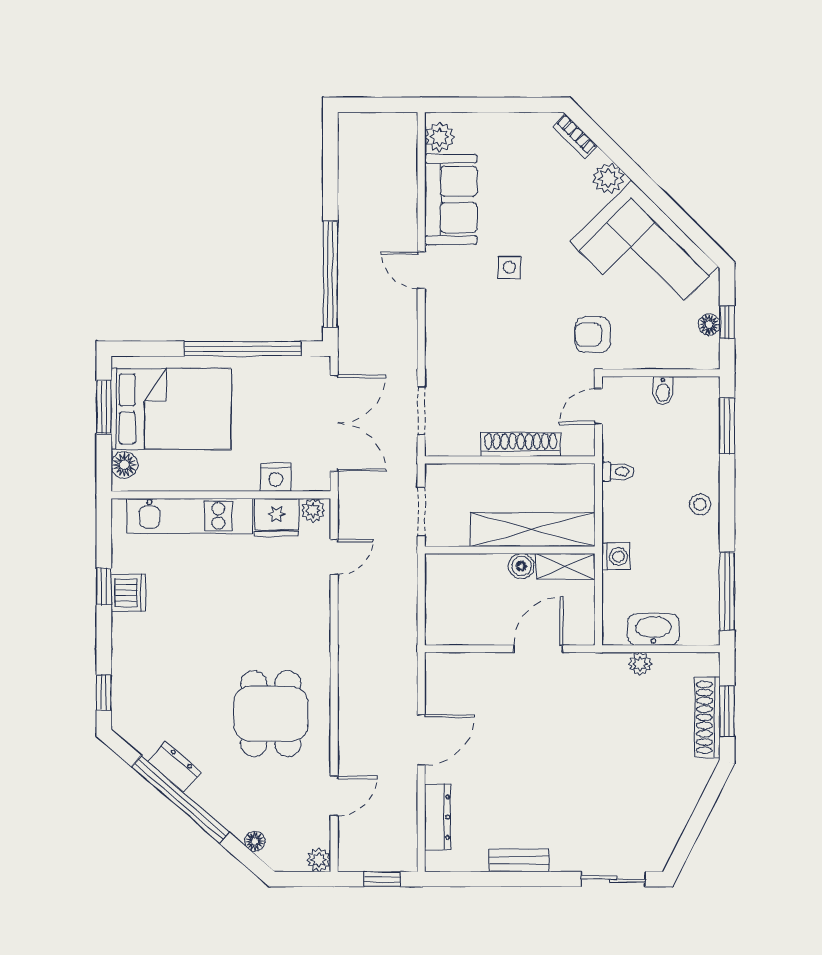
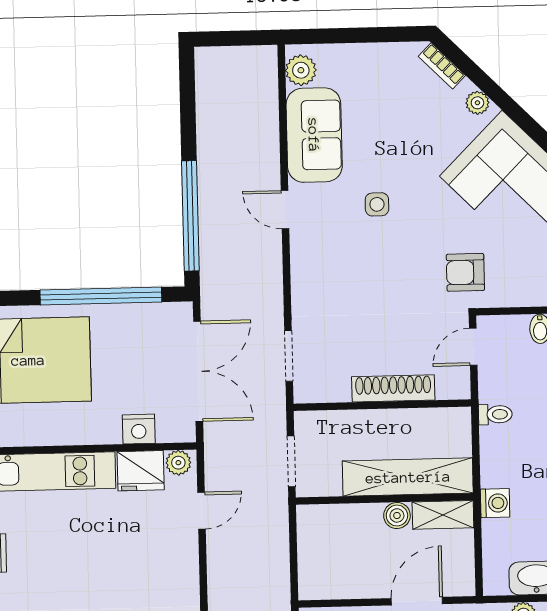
plant: (608, 178) -> (477, 103), width x0.73, depth x0.73

